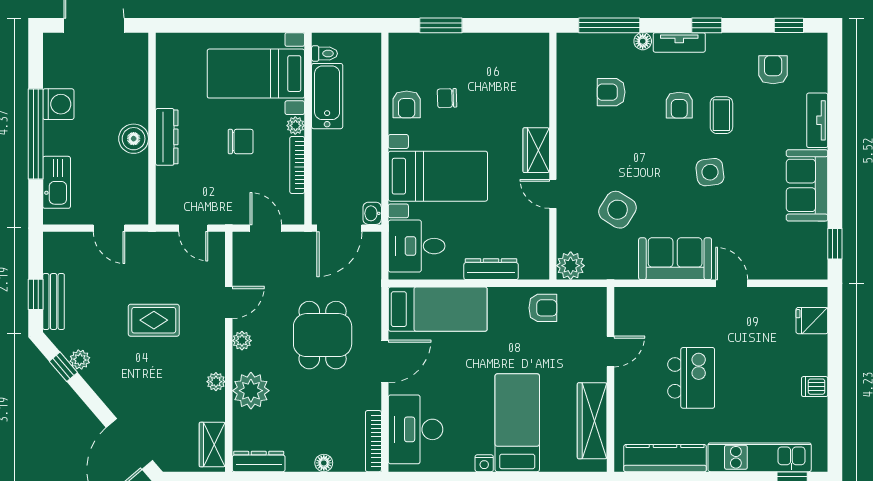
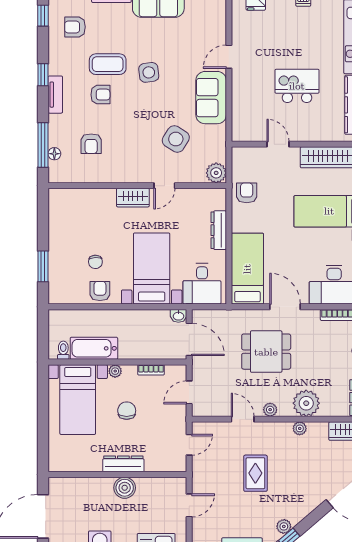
floor lamp: (643, 41) -> (54, 154), moved
armchair: (407, 104) -> (100, 291), turned -90
coffee table: (721, 115) -> (108, 64), width x1.36, depth x1.30
bookcase: (297, 165) -> (151, 370), width x0.64

